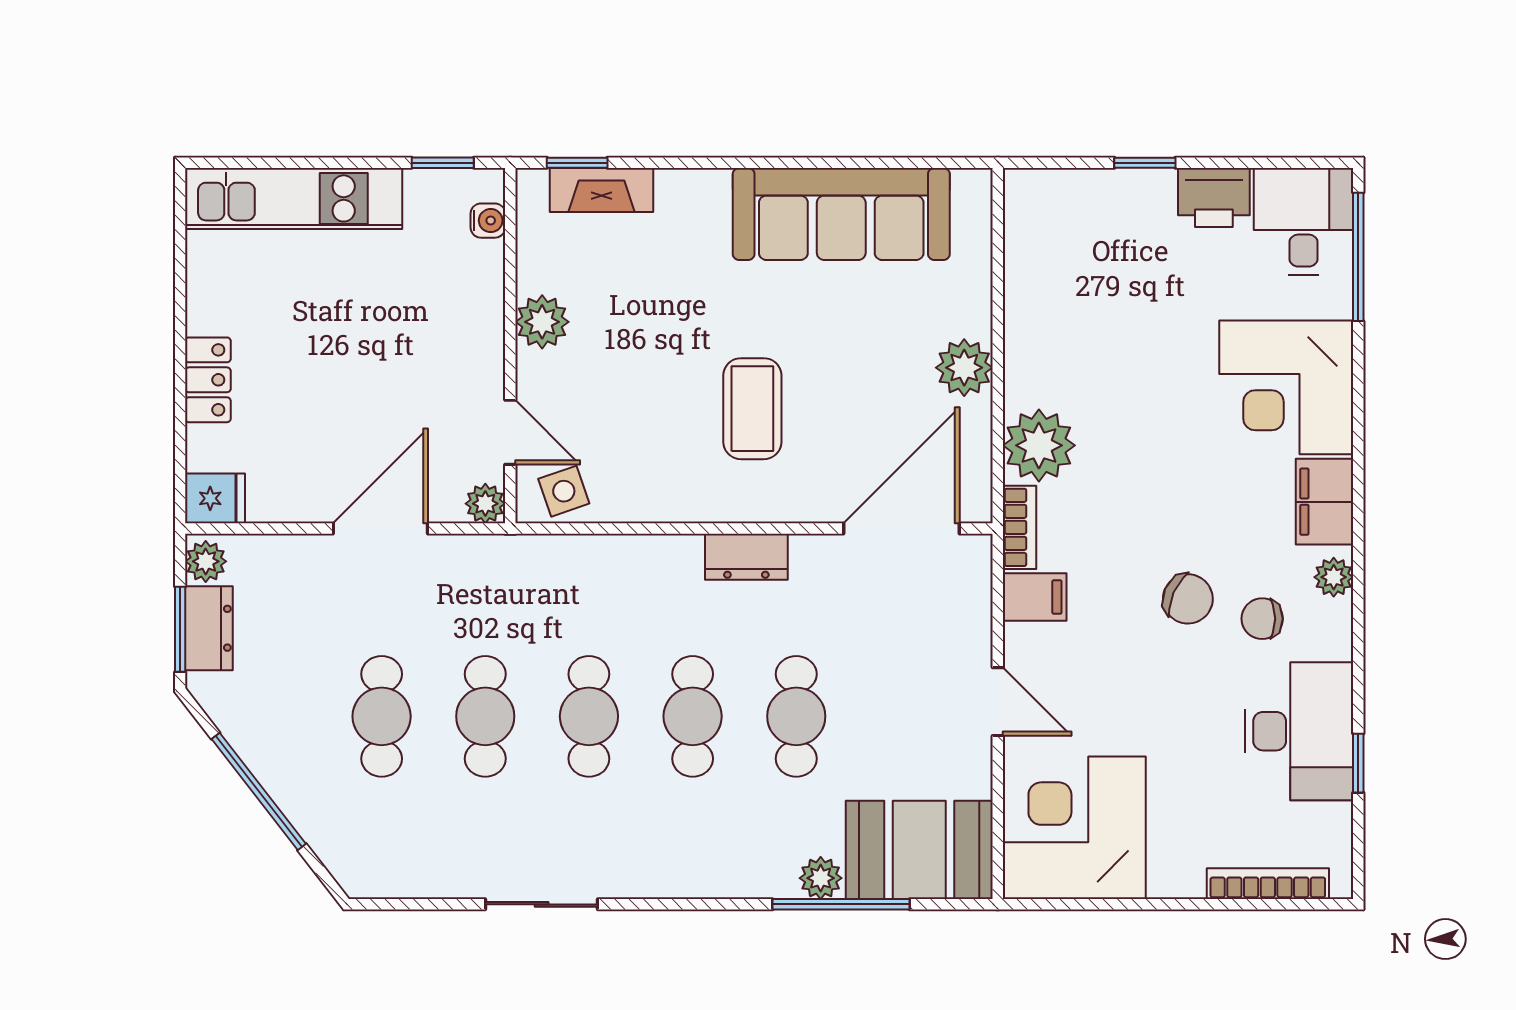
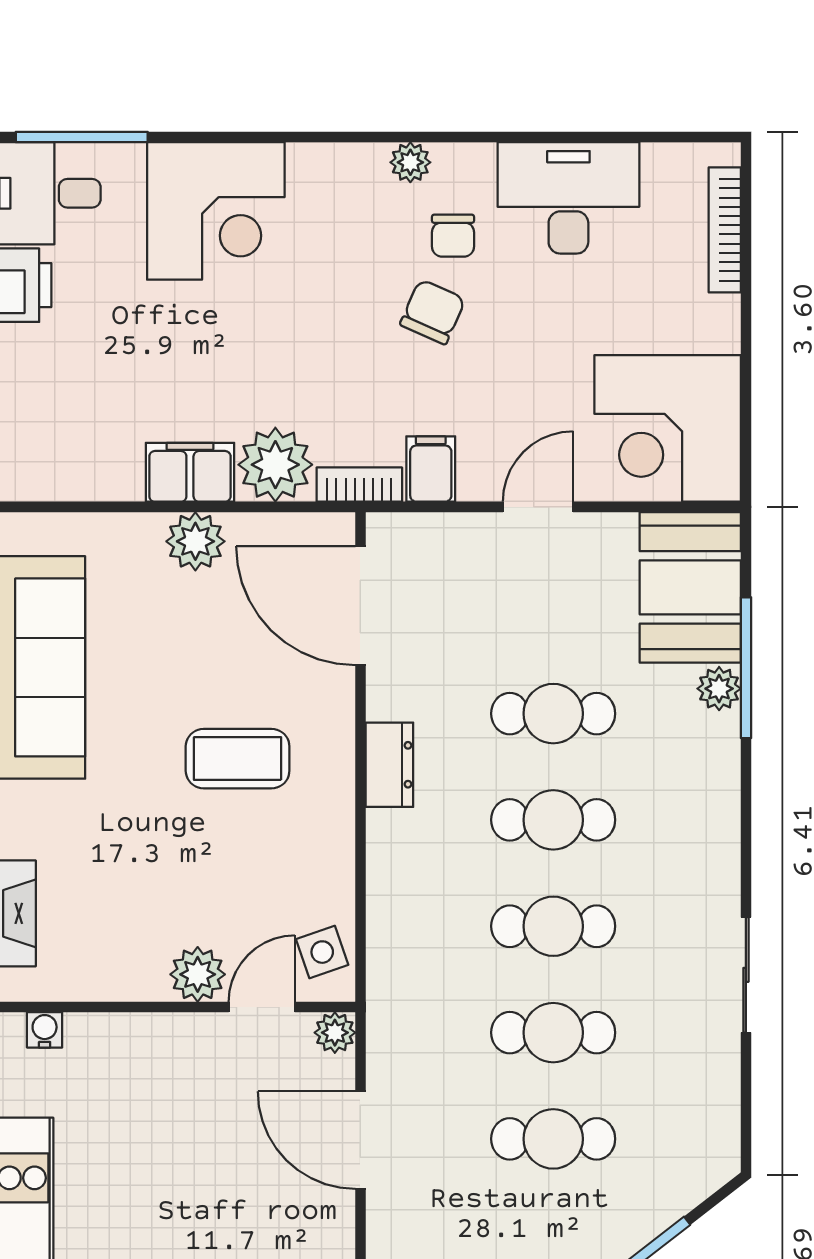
plant: (542, 322) -> (198, 974), moved
filing cabinet: (1325, 502) -> (190, 472), moved, turned 180
window: (1358, 763) -> (601, 137), removed

